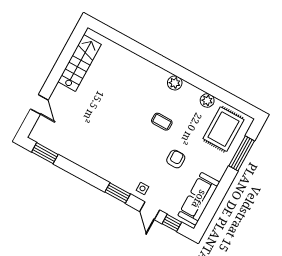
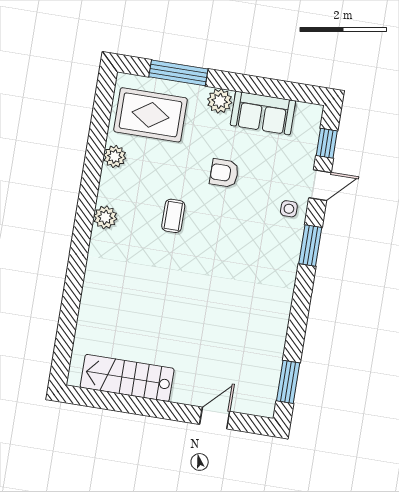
plant: (217, 171) -> (220, 101), added
sofa: (199, 199) -> (263, 113), width x0.73

